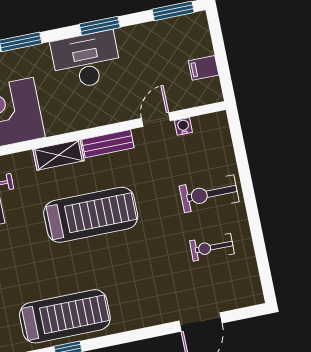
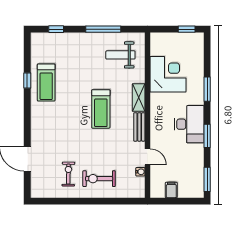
exercise bike: (209, 194) -> (99, 179), turned -90
treadmill: (91, 215) -> (101, 109), width x0.73, depth x0.73
treadmill: (65, 316) -> (46, 83), width x0.73, depth x0.73

